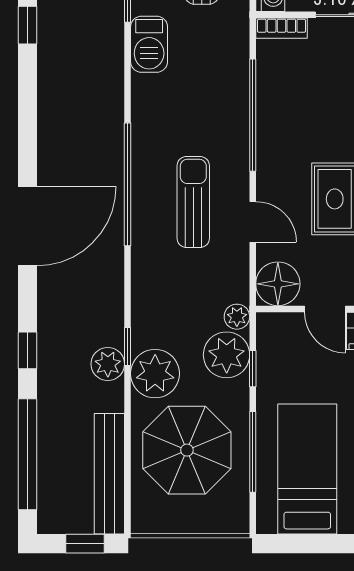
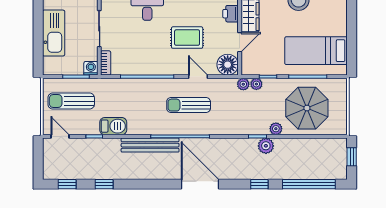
door: (253, 222) -> (198, 77), hinge flipped
plant: (227, 355) -> (256, 84), width x0.53, depth x0.53
plant: (155, 374) -> (276, 129), width x0.53, depth x0.53
bench: (109, 474) -> (150, 145), moved

